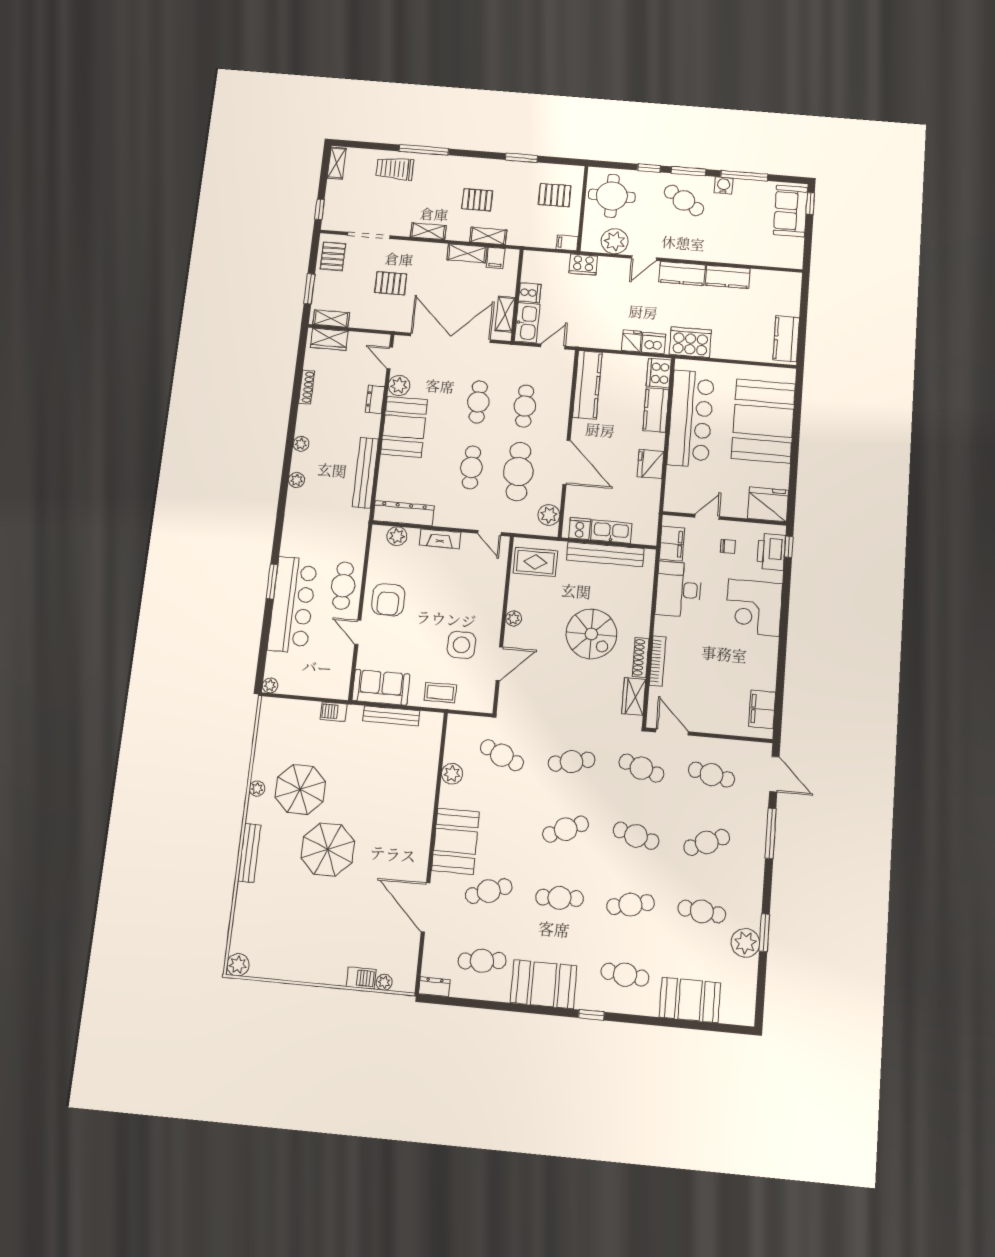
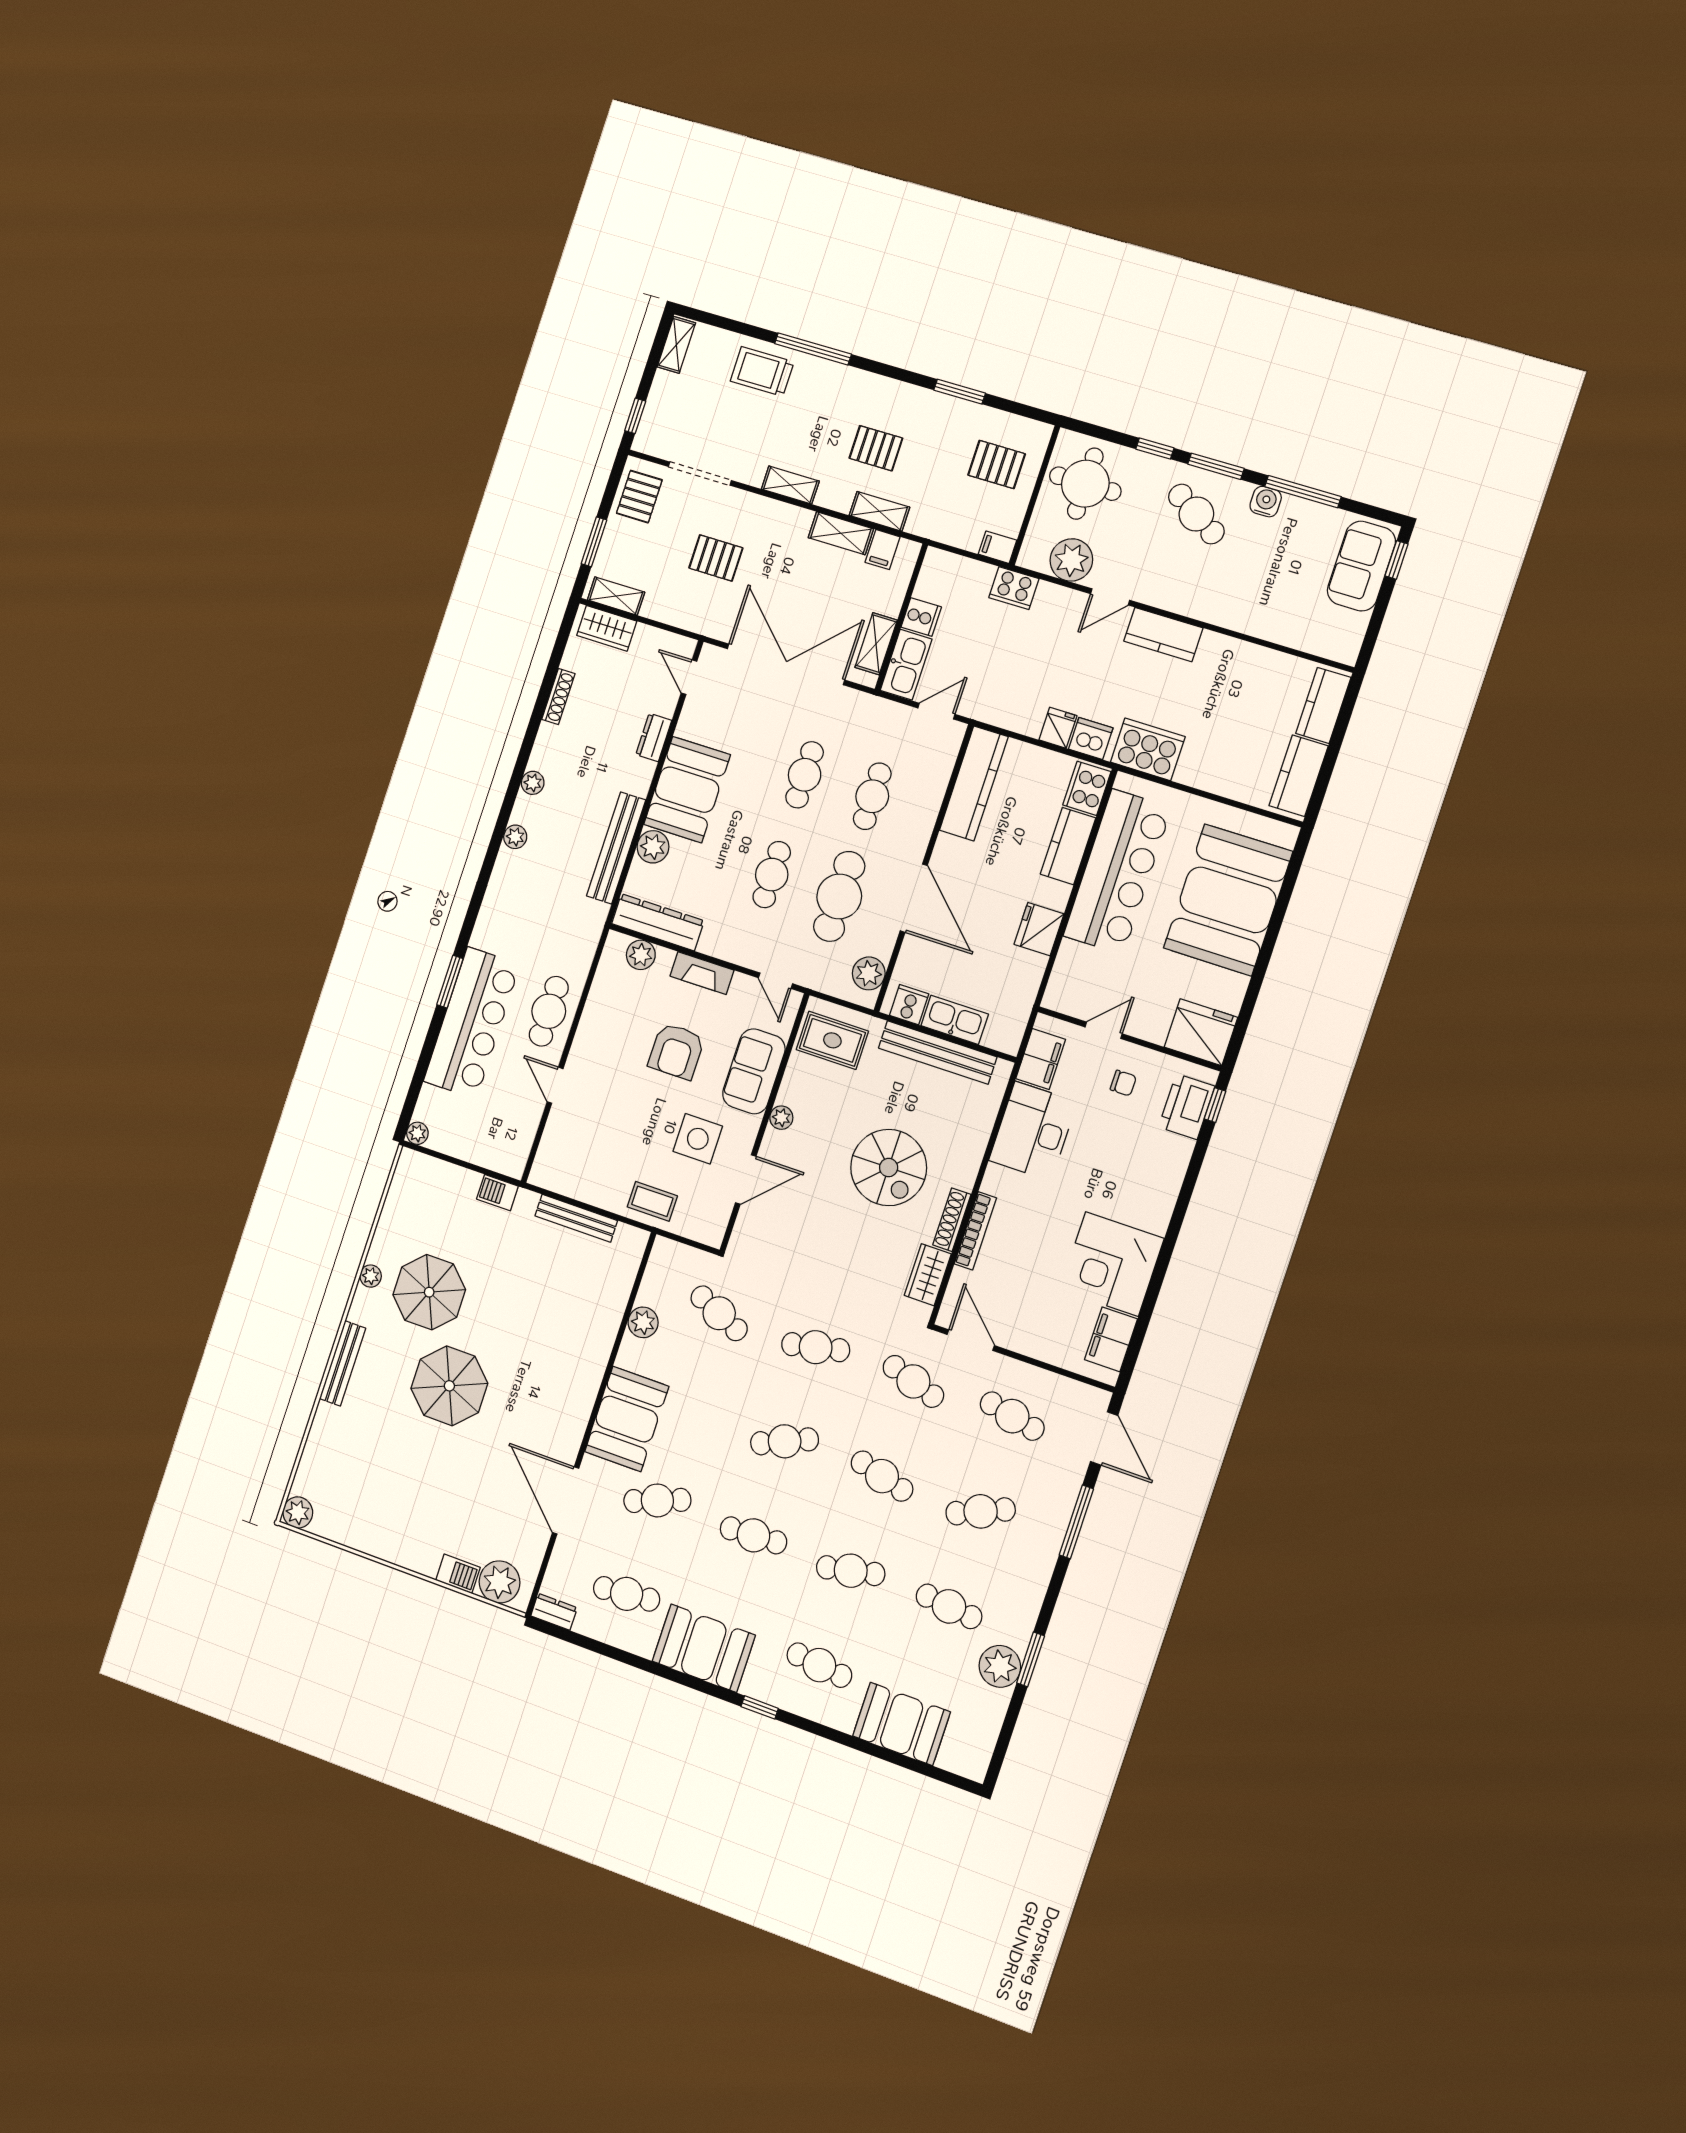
kitchen counter: (728, 277) -> (1323, 705), moved, turned 90
plant: (399, 386) -> (653, 847), moved
armchair: (388, 600) -> (676, 1051), moved
corner desk: (754, 608) -> (1112, 1264), moved
sofa: (381, 687) -> (754, 1071), moved, turned -90
plant: (384, 982) -> (500, 1582), width x1.87, depth x1.87

